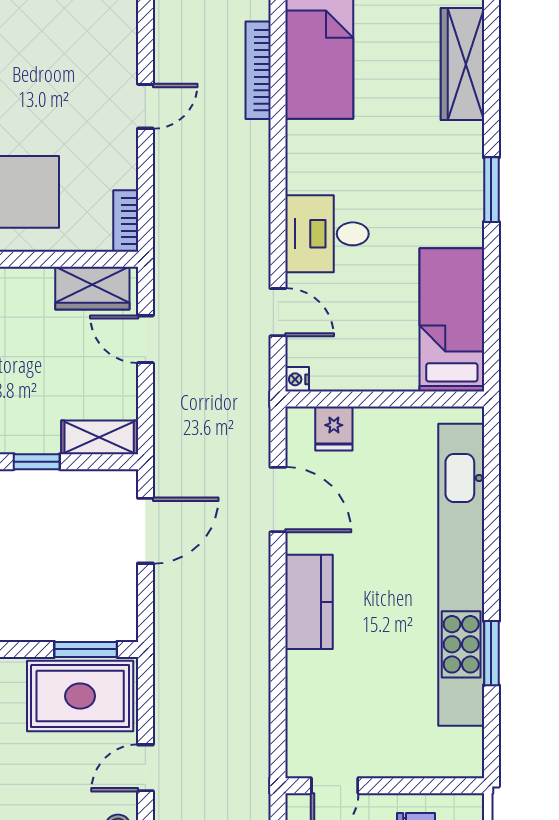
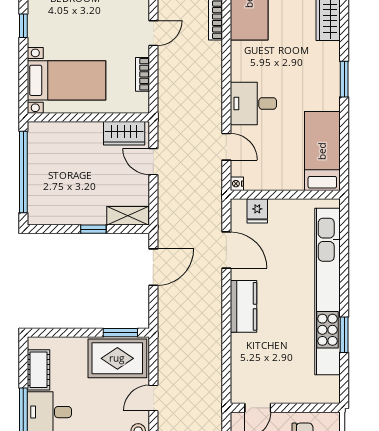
bookcase: (126, 221) -> (142, 74), moved

